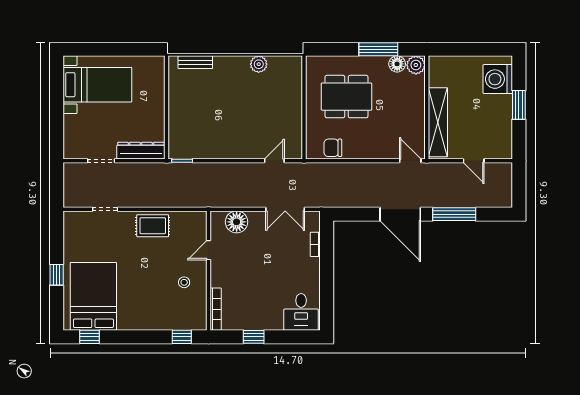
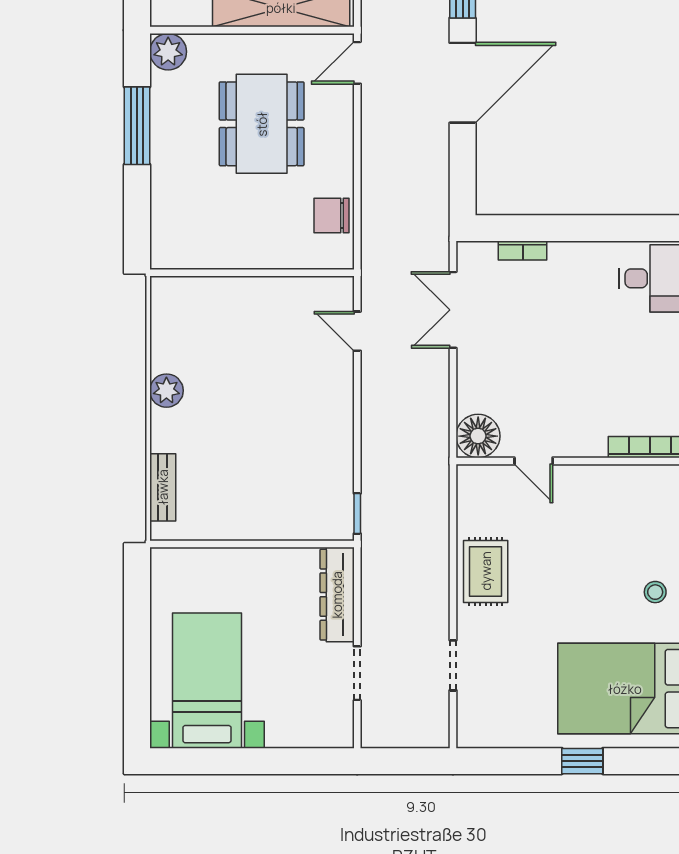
plant: (259, 64) -> (166, 391), moved
floor lamp: (397, 64) -> (166, 89), removed
dining table: (347, 97) -> (262, 124), moved
chair: (333, 148) -> (332, 216), turned 90
double door: (285, 209) -> (453, 310), swing flipped
floor lamp: (237, 222) -> (478, 436), moved
stool: (184, 282) -> (655, 592), moved

